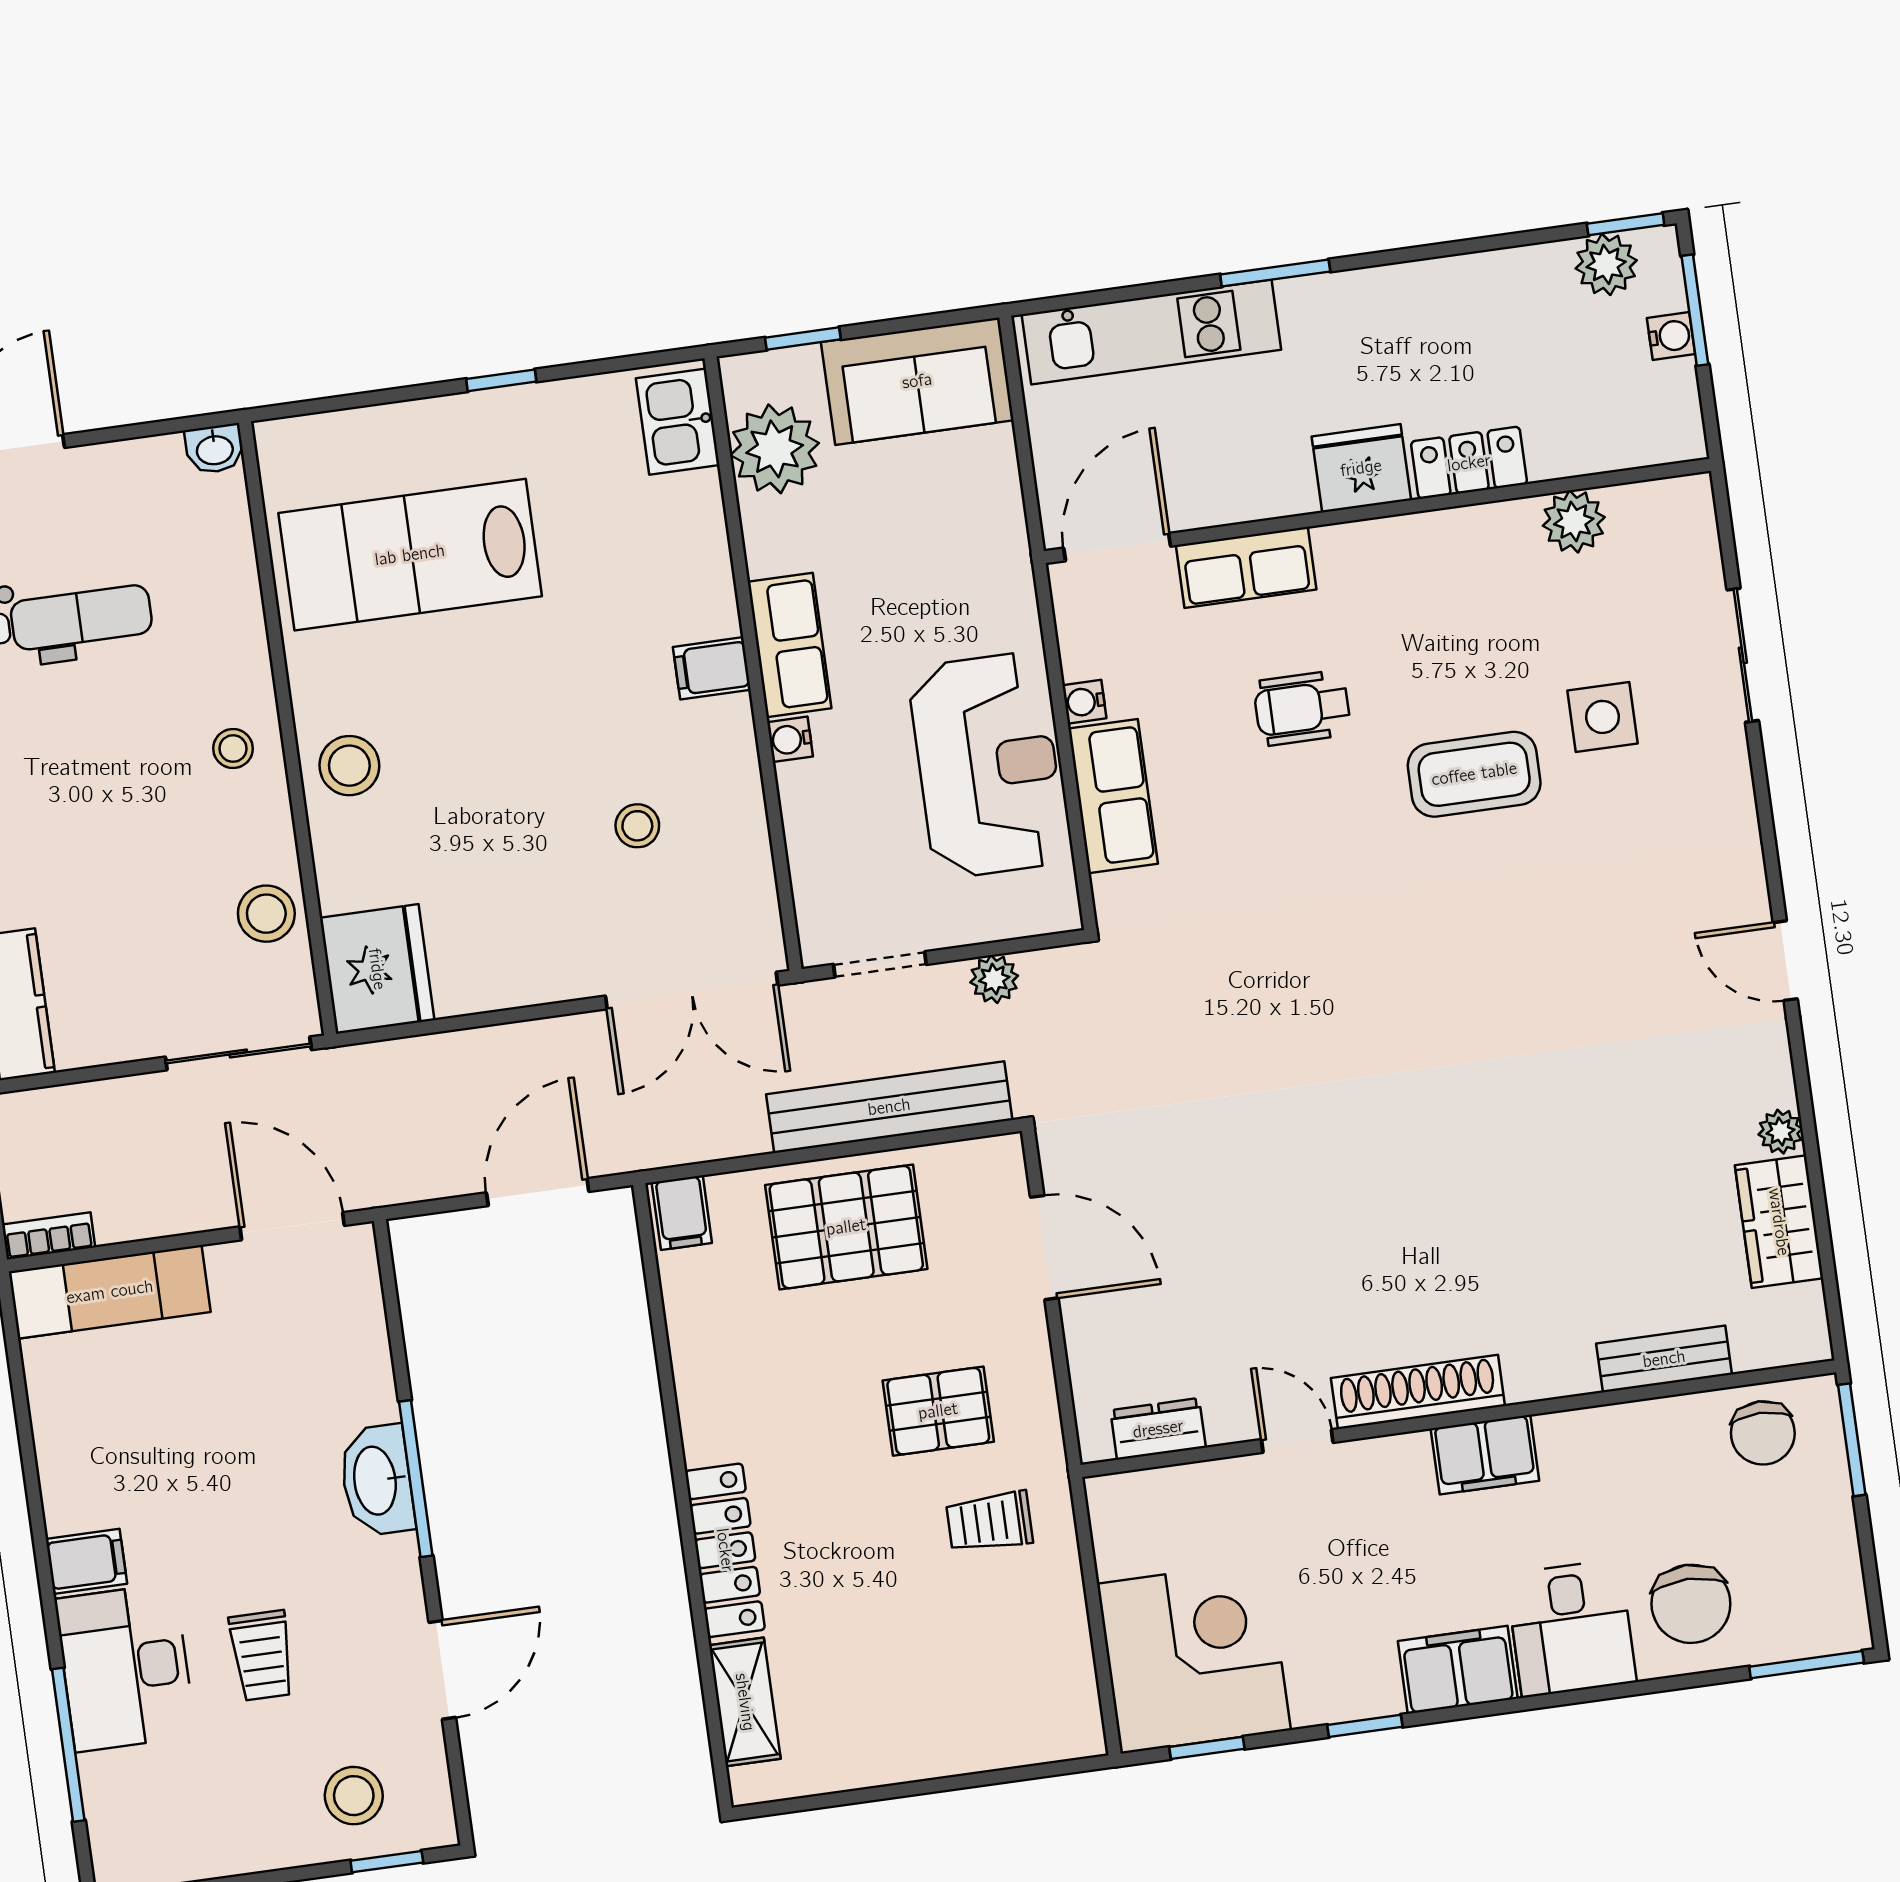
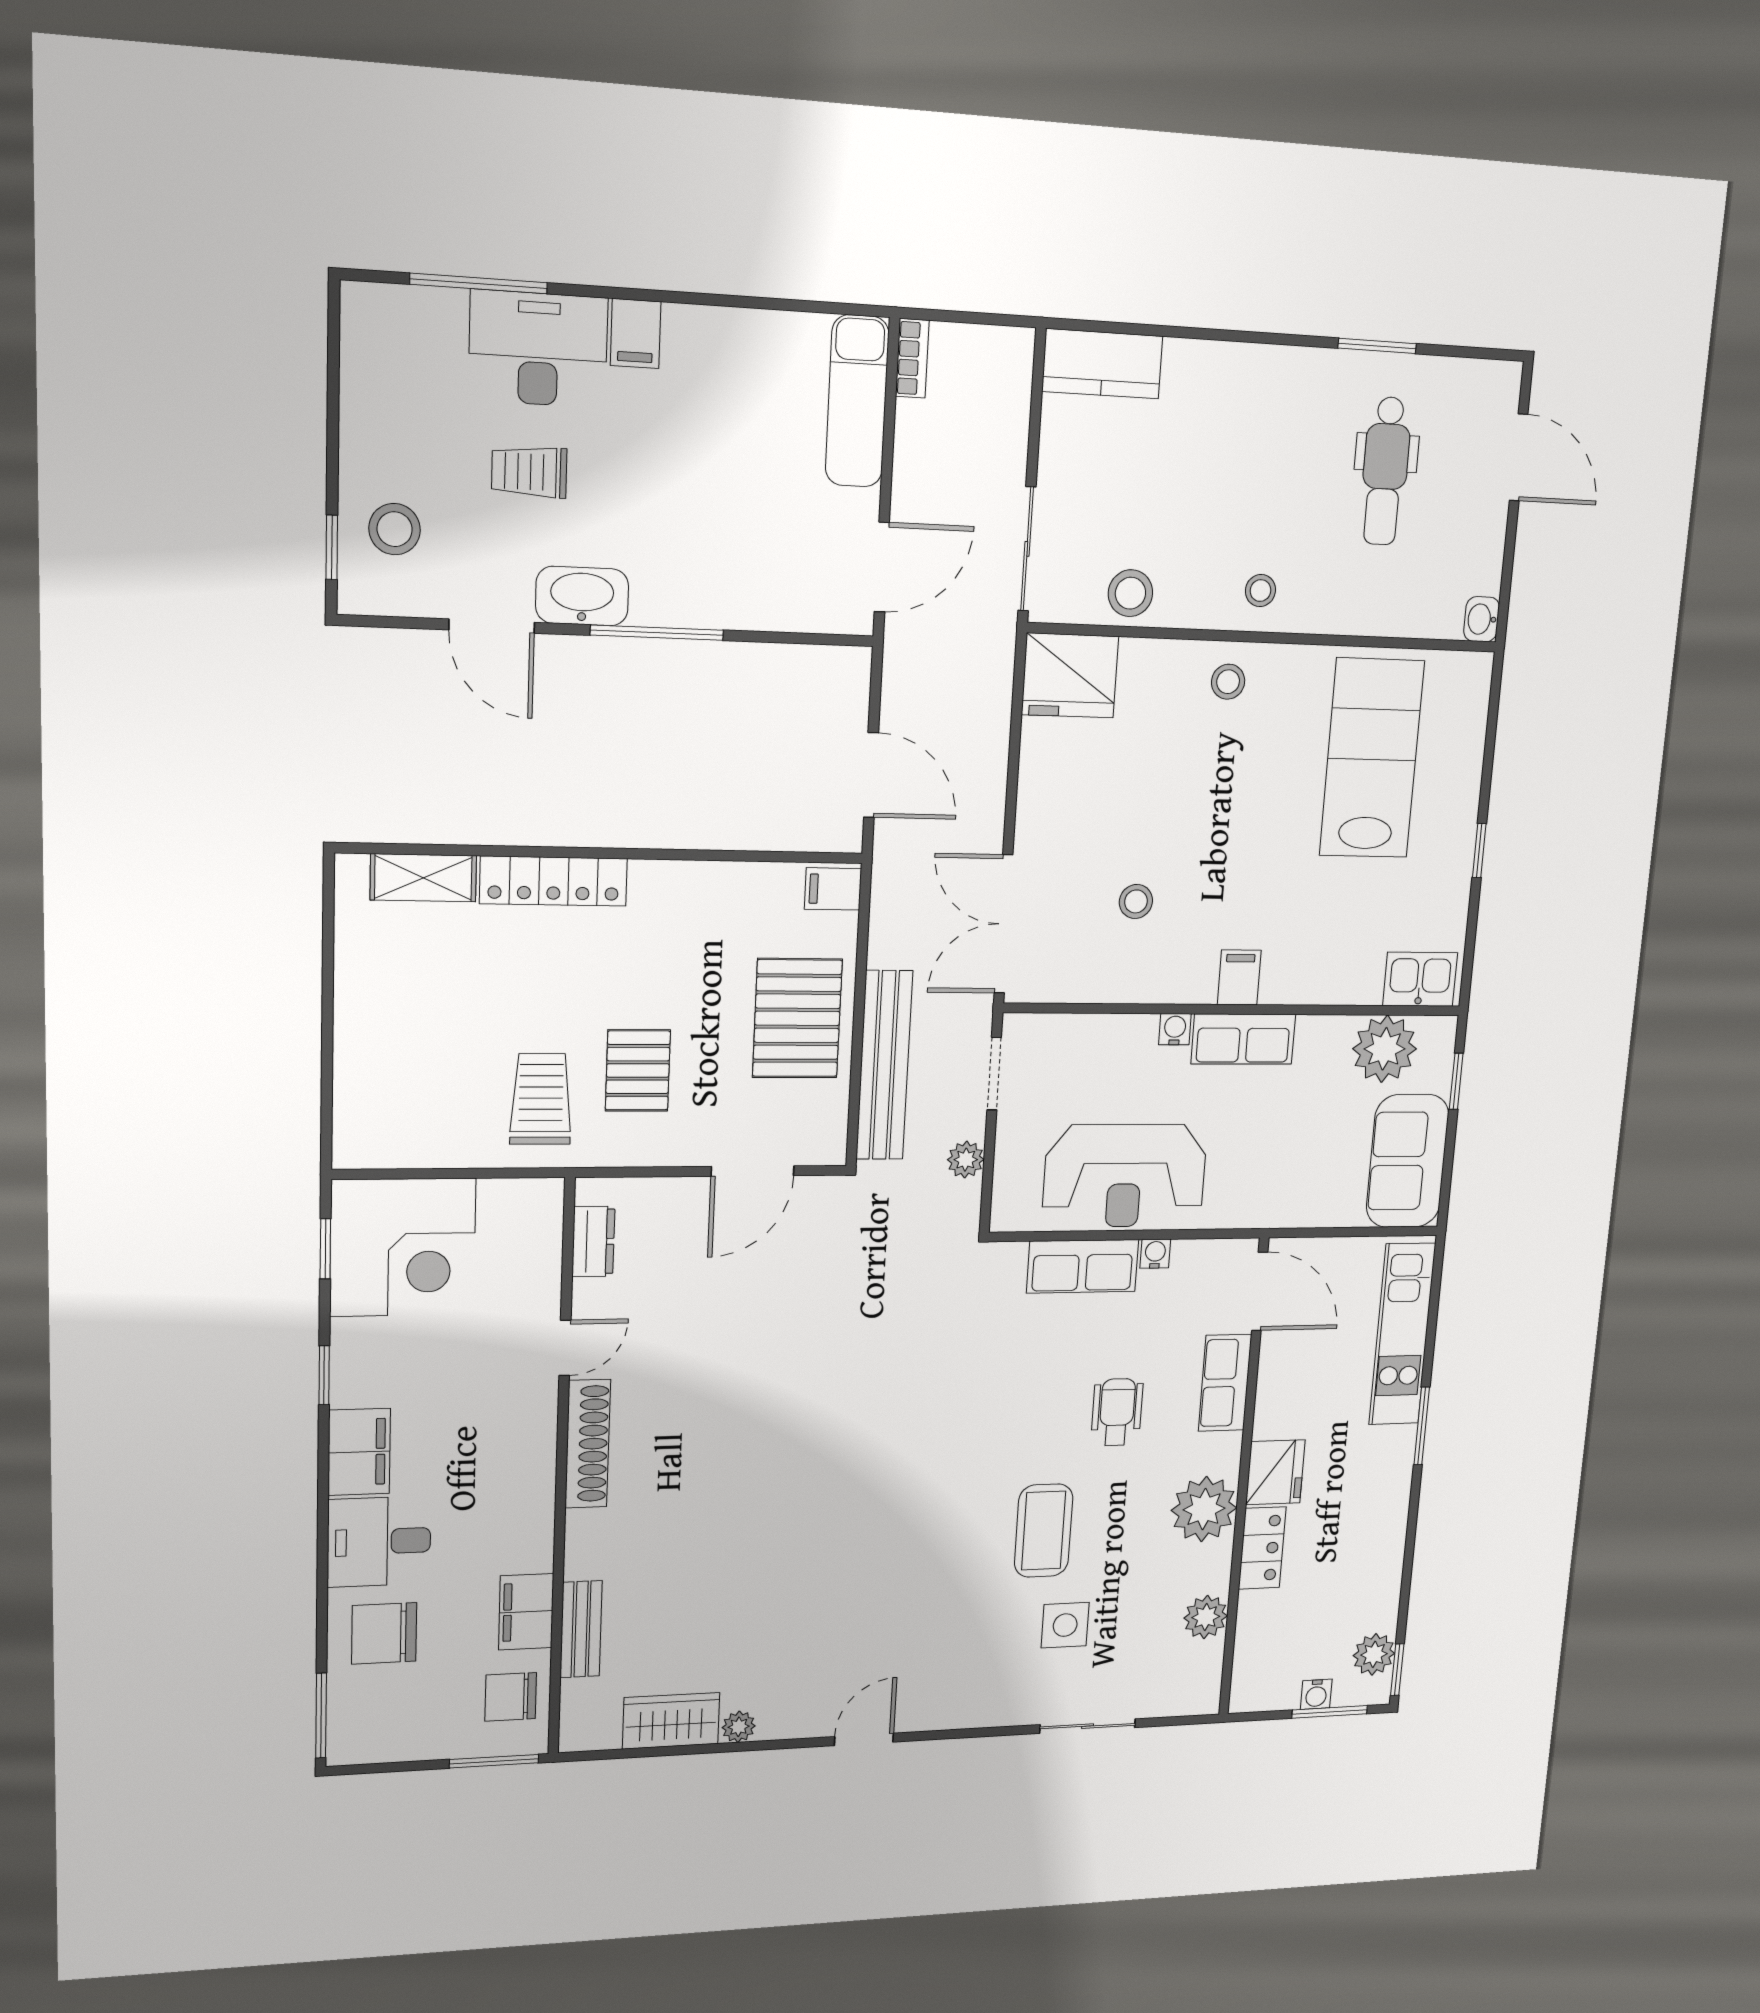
plant: (1423, 558) -> (1204, 1509), added
stool: (349, 766) -> (1228, 682), width x0.73, depth x0.73
filing cabinet: (1485, 1455) -> (526, 1612), moved
washbasin: (377, 1480) -> (582, 596), moved
trolley: (989, 1522) -> (541, 1099), width x1.36, depth x1.39

